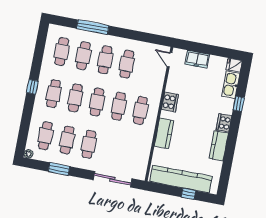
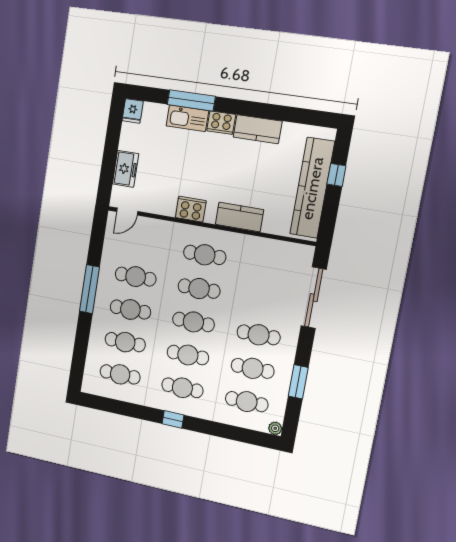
window: (93, 27) -> (90, 289), moved
kitchen sink: (231, 85) -> (187, 118), moved
window: (239, 104) -> (191, 100), width x2.17

